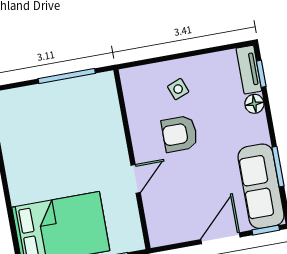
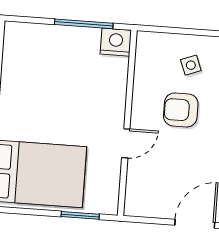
nightstand: (102, 85) -> (116, 42), added

